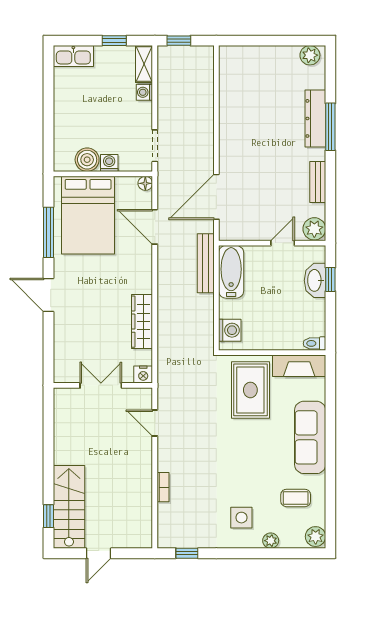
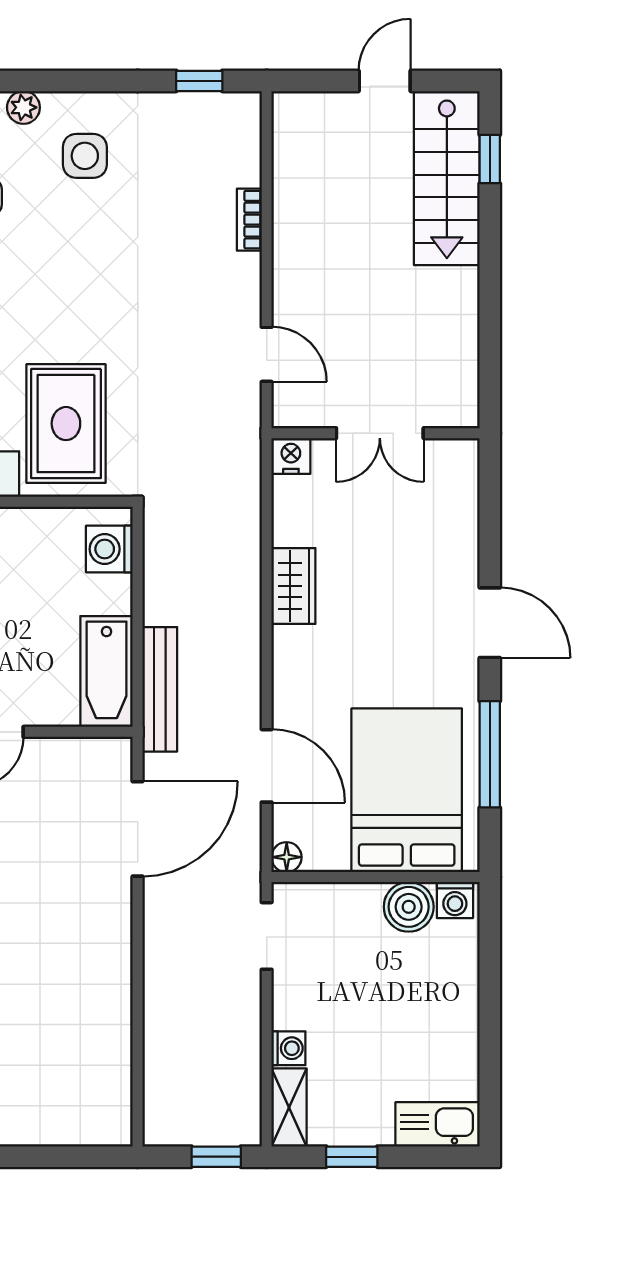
washing machine: (109, 163) -> (455, 900), moved
wardrobe: (142, 322) -> (293, 586), width x0.67

